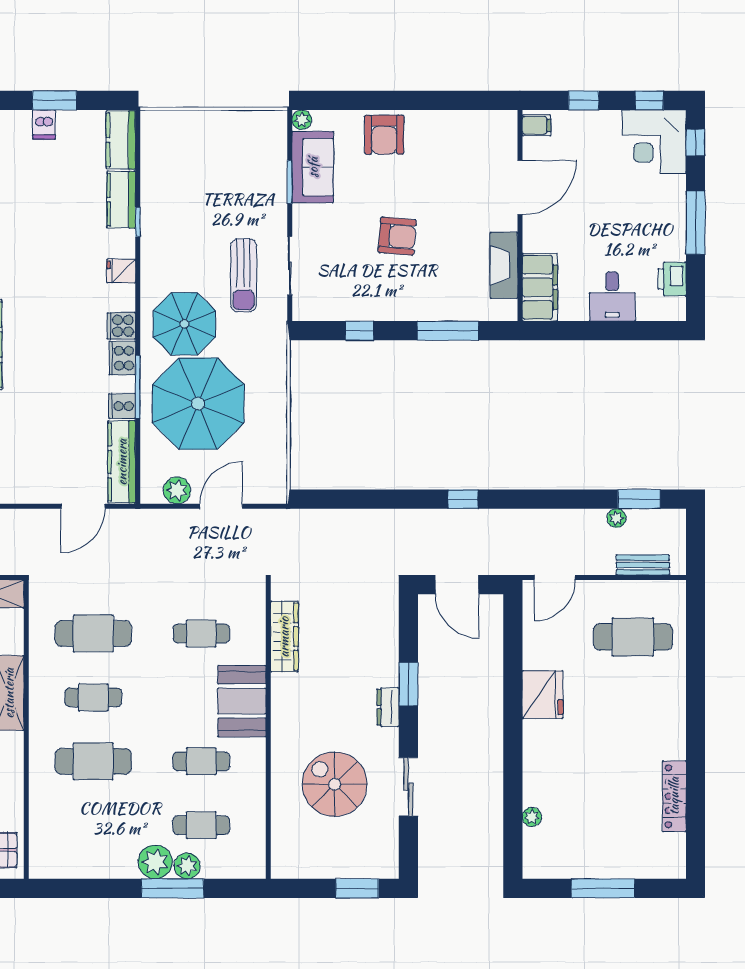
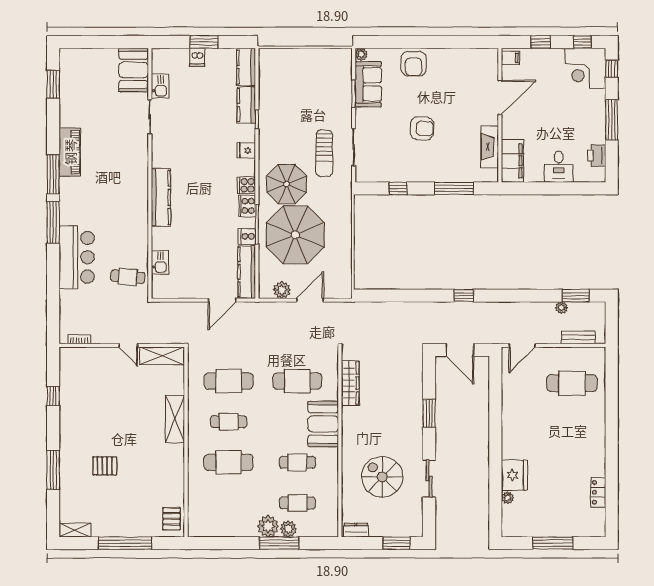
cafe table: (201, 633) -> (297, 381), width x1.37, depth x1.35
fridge: (543, 695) -> (514, 475), moved
dresser: (388, 707) -> (356, 530), moved, turned 90
locker: (674, 796) -> (598, 492), width x0.66

